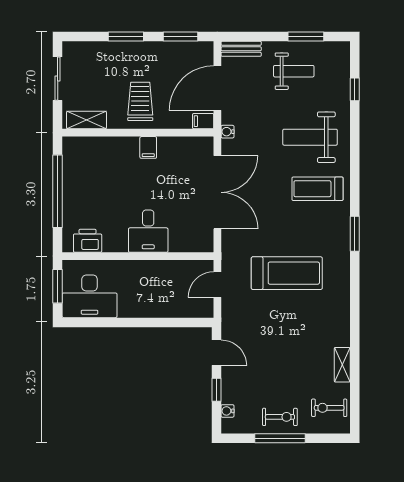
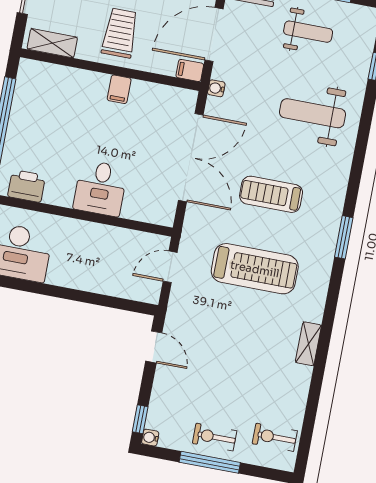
treadmill: (317, 189) -> (271, 194), moved
shelving: (342, 365) -> (308, 344), moved
window: (216, 390) -> (140, 419), moved
water cooler: (227, 411) -> (150, 438), moved
exercise bike: (280, 417) -> (215, 437), turned 180

